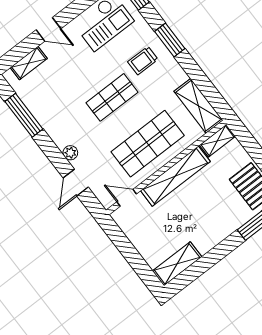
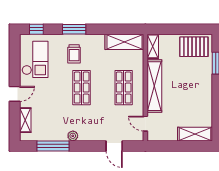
shop shelf: (148, 144) -> (124, 88), width x0.70, depth x0.74
plant: (70, 153) -> (73, 136), moved
door: (127, 198) -> (145, 124), hinge flipped
shelving: (177, 264) -> (195, 134), moved, turned 90

